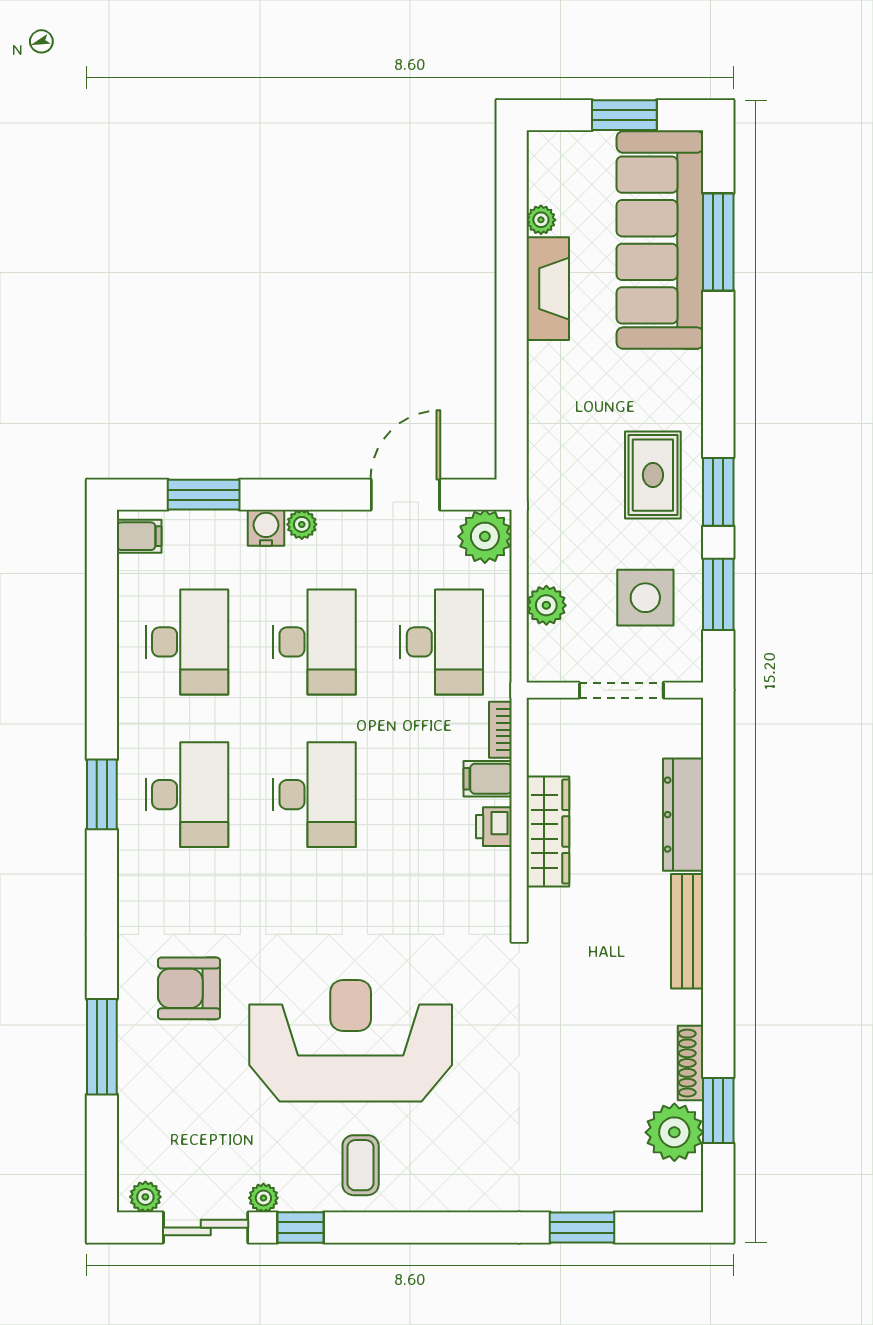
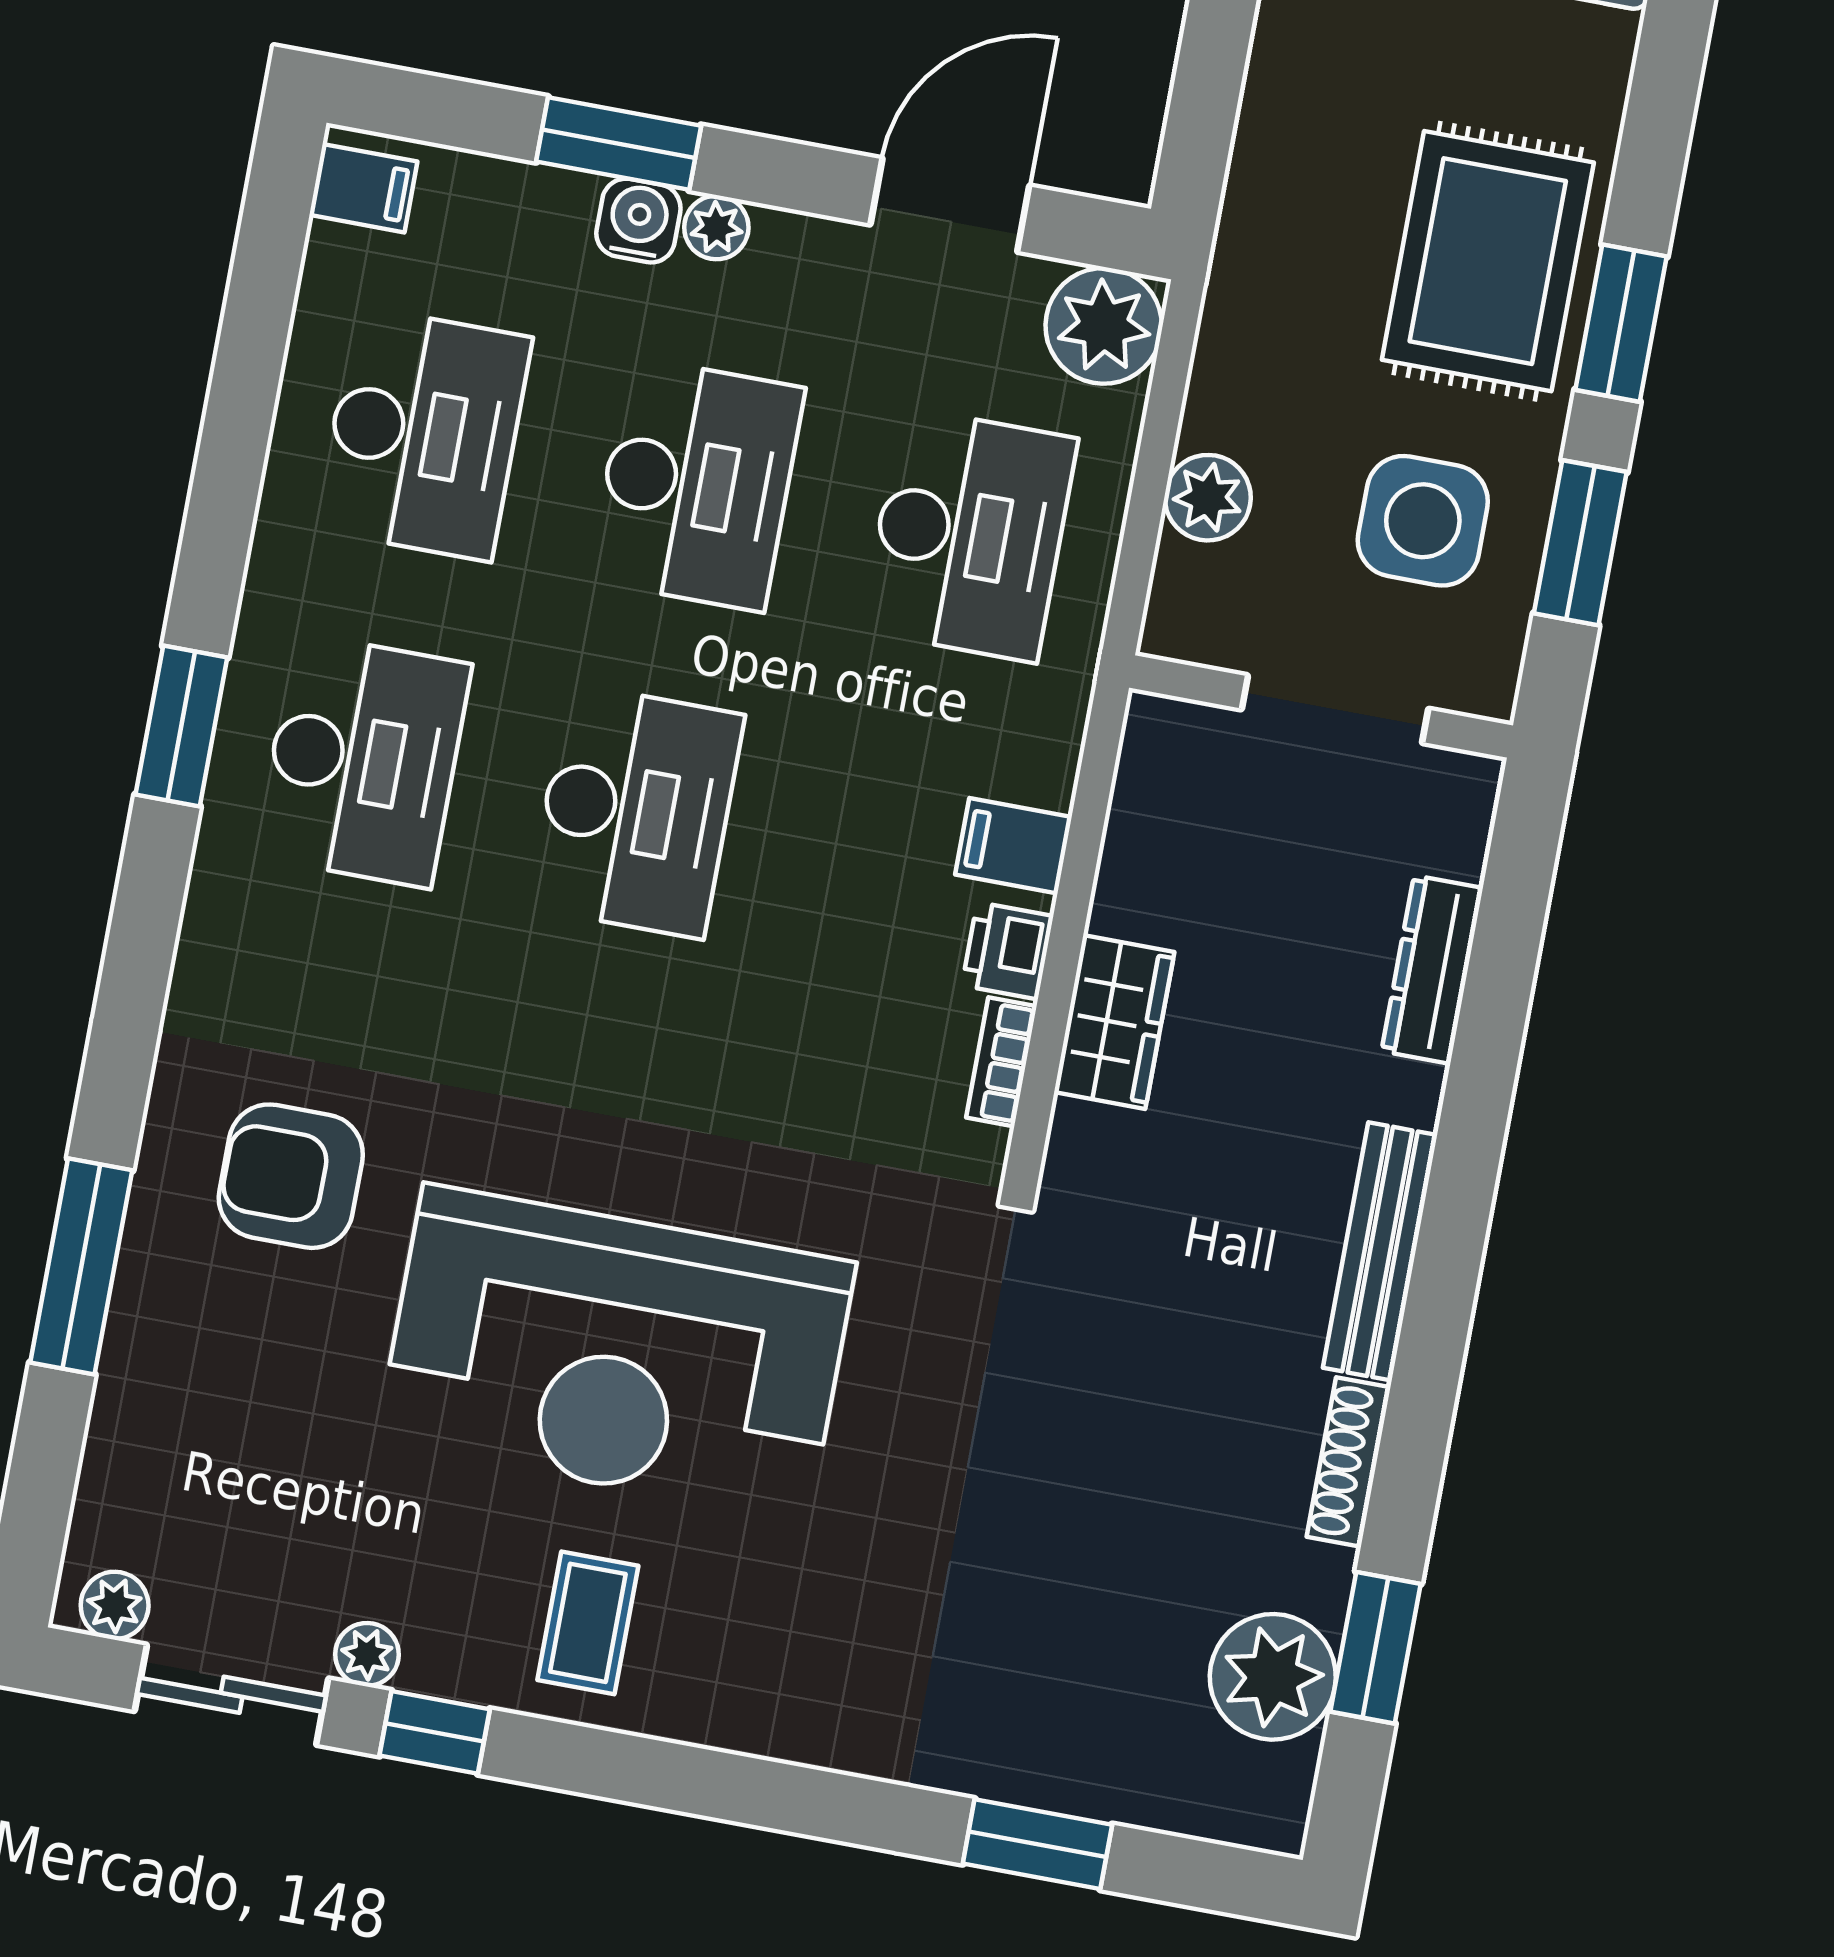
rug: (653, 475) -> (1488, 261), width x1.36, depth x1.43
window: (204, 495) -> (619, 144), moved
bookcase: (500, 730) -> (1001, 1062), moved
dresser: (683, 815) -> (1432, 970), width x0.73, depth x0.80
wardrobe: (548, 831) -> (1114, 1022), width x0.67
reception desk: (351, 1041) -> (616, 1352), turned 180
shoe rack: (691, 1063) -> (1349, 1462), moved

